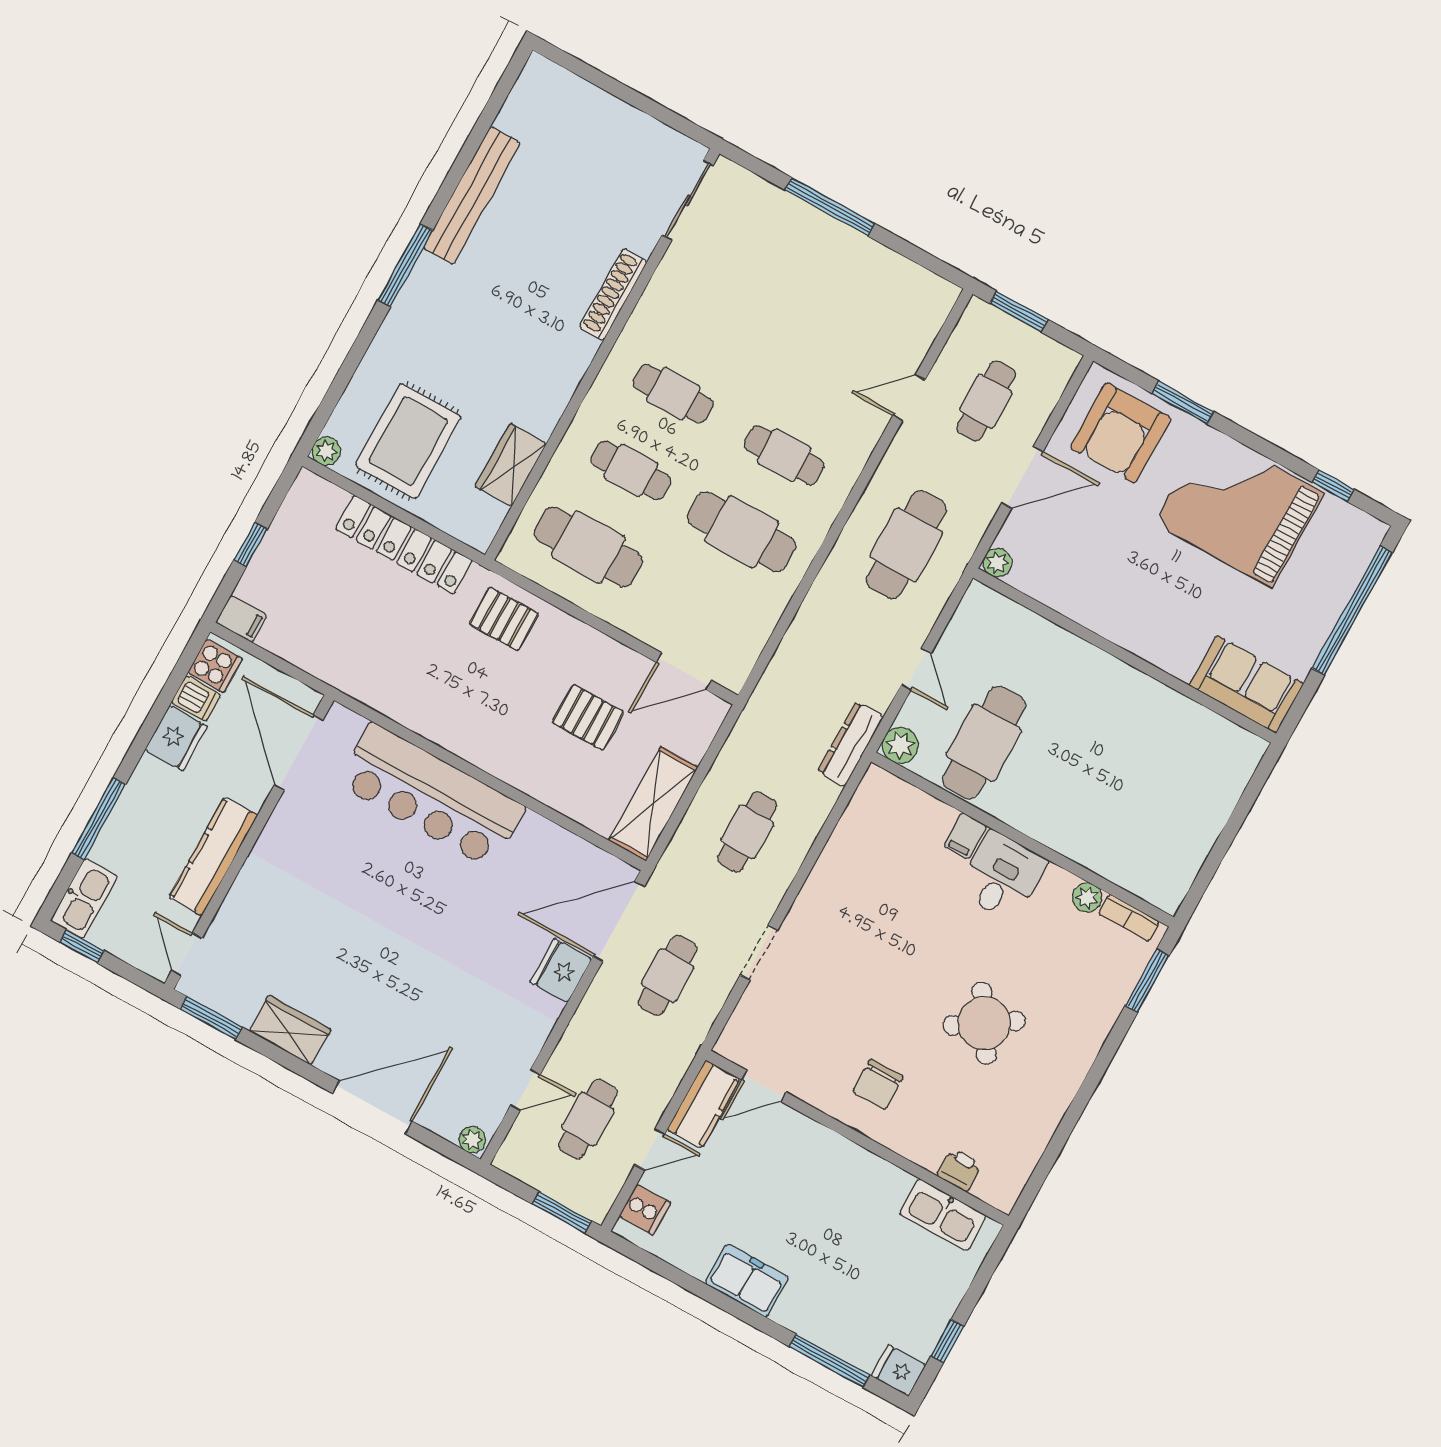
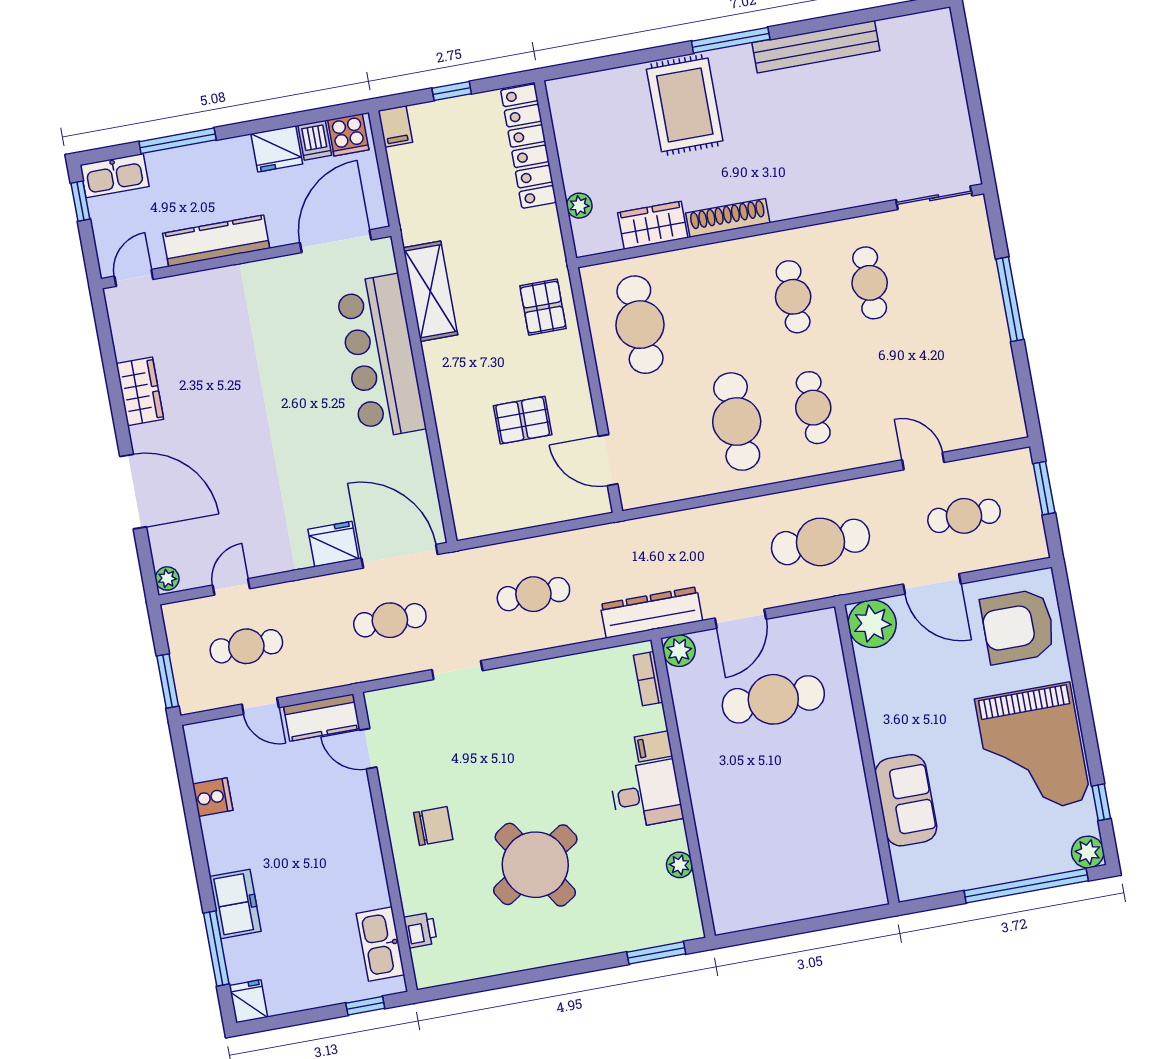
shoe rack: (613, 294) -> (728, 218), moved
window: (1183, 402) -> (1074, 652), removed
rug: (408, 441) -> (685, 105), moved, turned 90
plant: (326, 451) -> (579, 206), moved
cafe table: (631, 470) -> (870, 283), moved
grand piano: (1239, 508) -> (1033, 750), turned 180
plant: (1367, 533) -> (1088, 852), added
locker: (404, 545) -> (529, 146), moved
plant: (997, 563) -> (872, 624), width x1.87, depth x1.87
door: (916, 669) -> (740, 619), width x1.38
sofa: (1246, 684) -> (906, 800), moved
pallet: (588, 717) -> (523, 420), turned 90
cafe table: (984, 743) -> (773, 699), moved
dresser: (851, 744) -> (651, 612), width x1.37, depth x1.24
shelving: (653, 804) -> (430, 291), moved, turned 90
bookcase: (1129, 918) -> (648, 679), moved
window: (211, 1018) -> (104, 330), removed
round table: (984, 1023) -> (535, 865), width x1.36, depth x1.36
chair: (878, 1084) -> (433, 826), turned 180
door: (525, 1090) -> (231, 587), swing flipped
cooker: (645, 1210) -> (213, 797), moved, turned -90
freezer: (747, 1281) -> (235, 904), moved
window: (947, 1341) -> (365, 1006), moved

